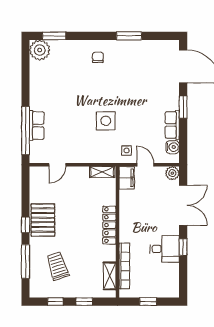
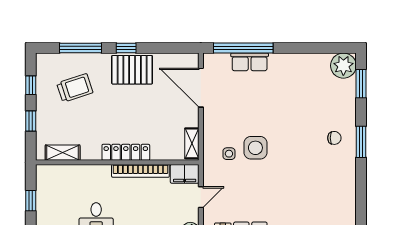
window: (129, 36) -> (361, 142), moved
side table: (127, 151) -> (229, 154), moved
door: (57, 165) -> (201, 88), width x1.87
bookcase: (124, 266) -> (140, 171), moved

